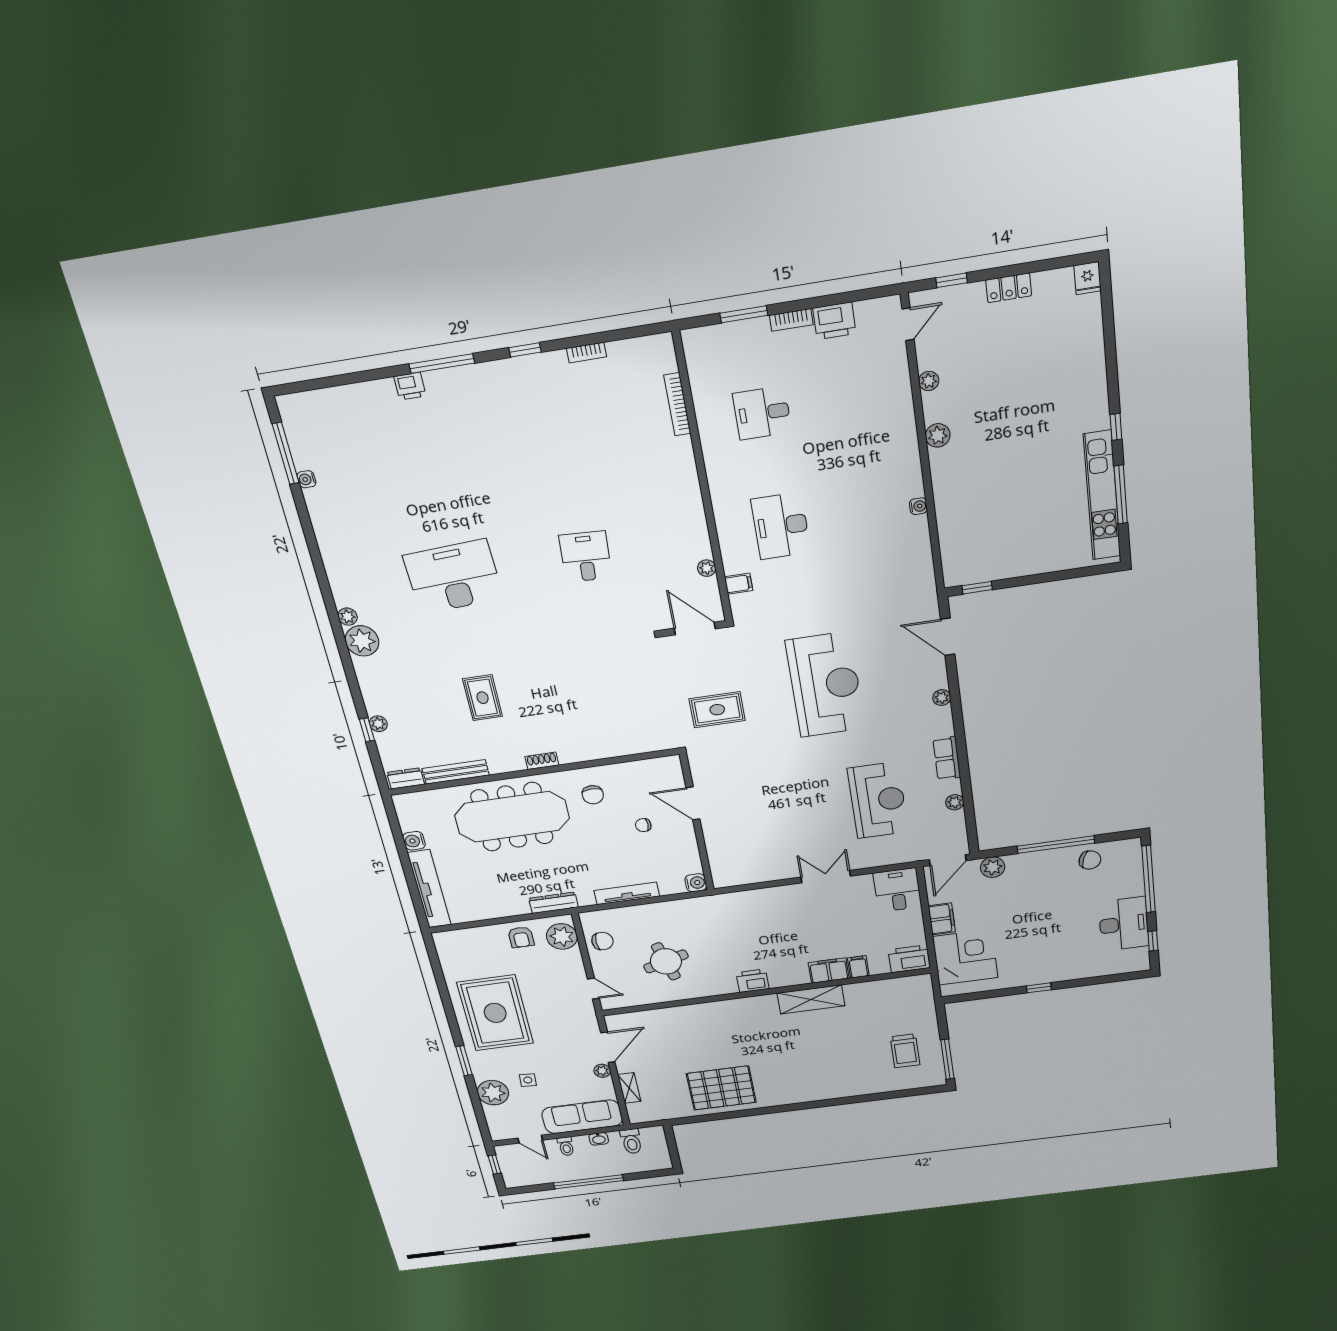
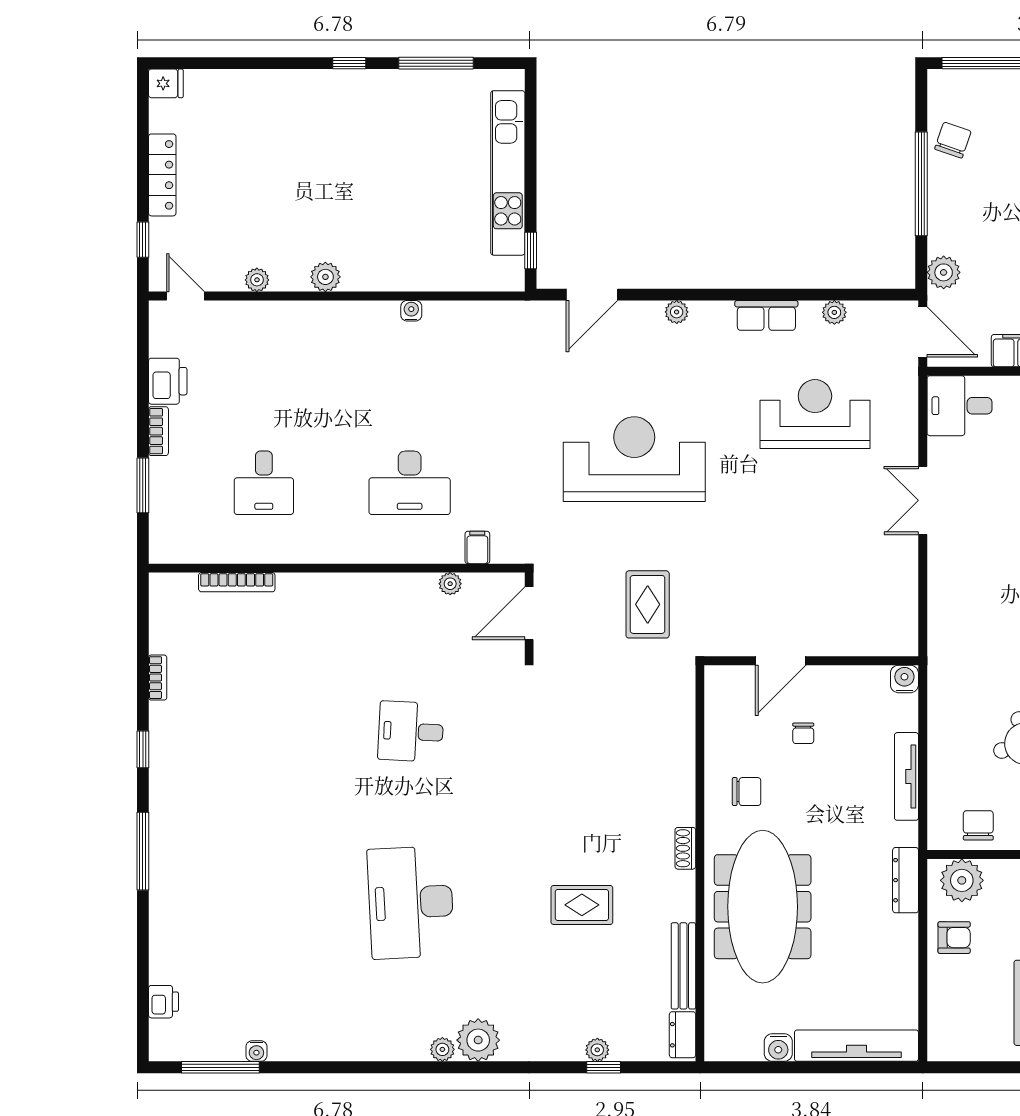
locker: (1009, 288) -> (162, 175), width x1.53
printer: (410, 386) -> (163, 1002), moved
kitchen unit: (1102, 496) -> (508, 173), moved, turned 90

